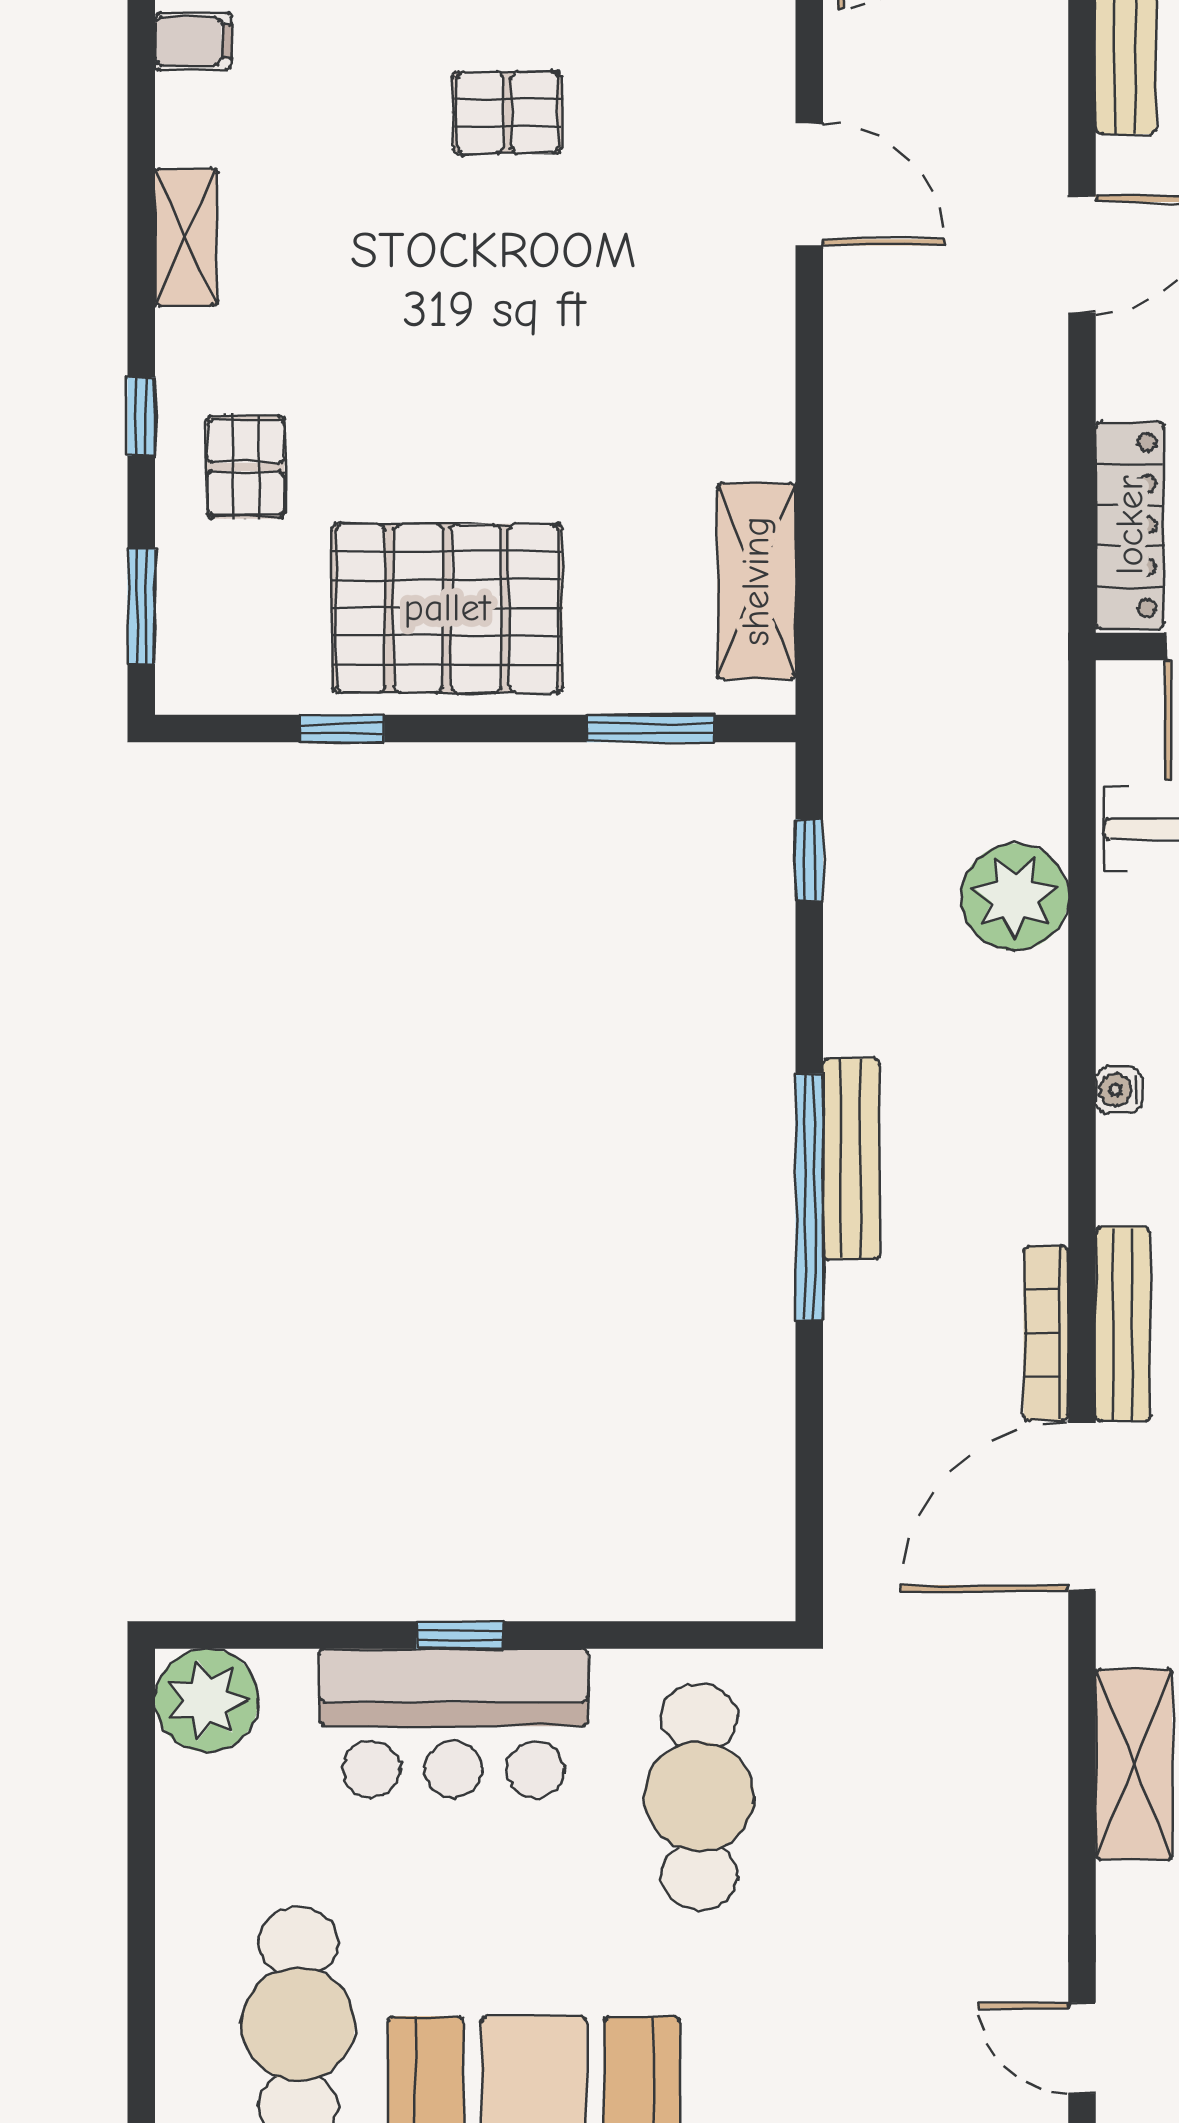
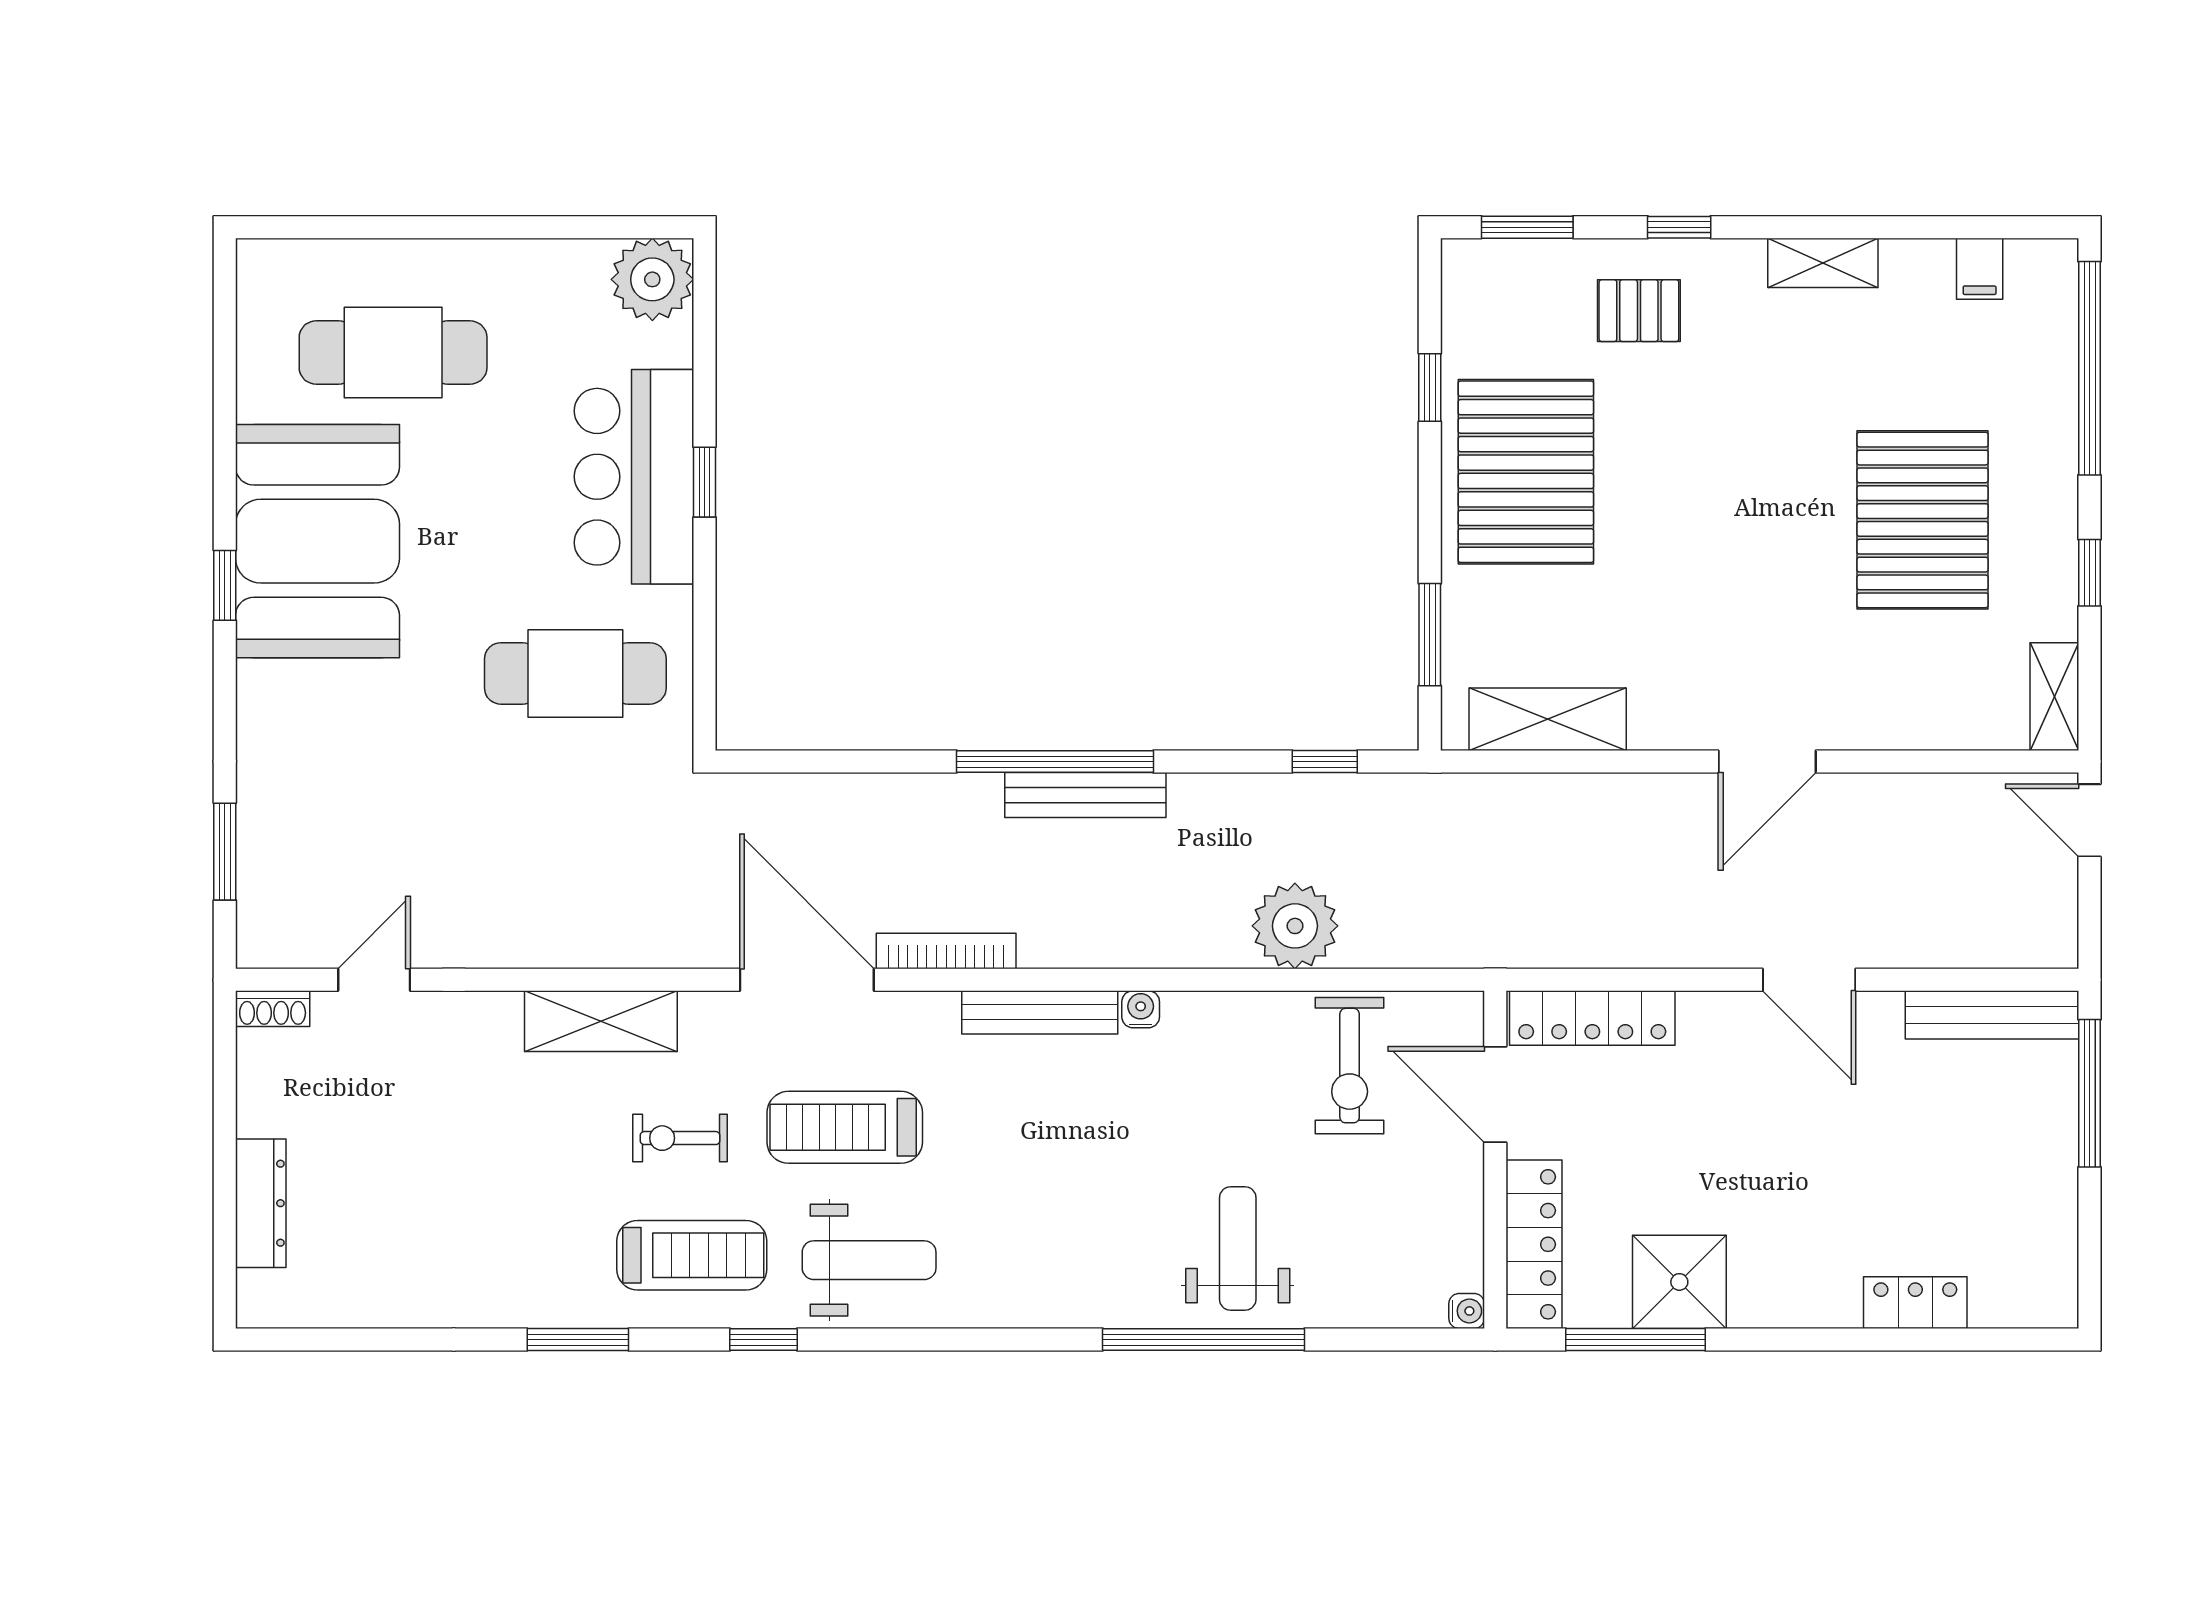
pallet: (507, 112) -> (1923, 520), width x2.05, depth x2.00
door: (809, 184) -> (1767, 762), moved
bench: (1123, 1324) -> (1040, 1012), moved

